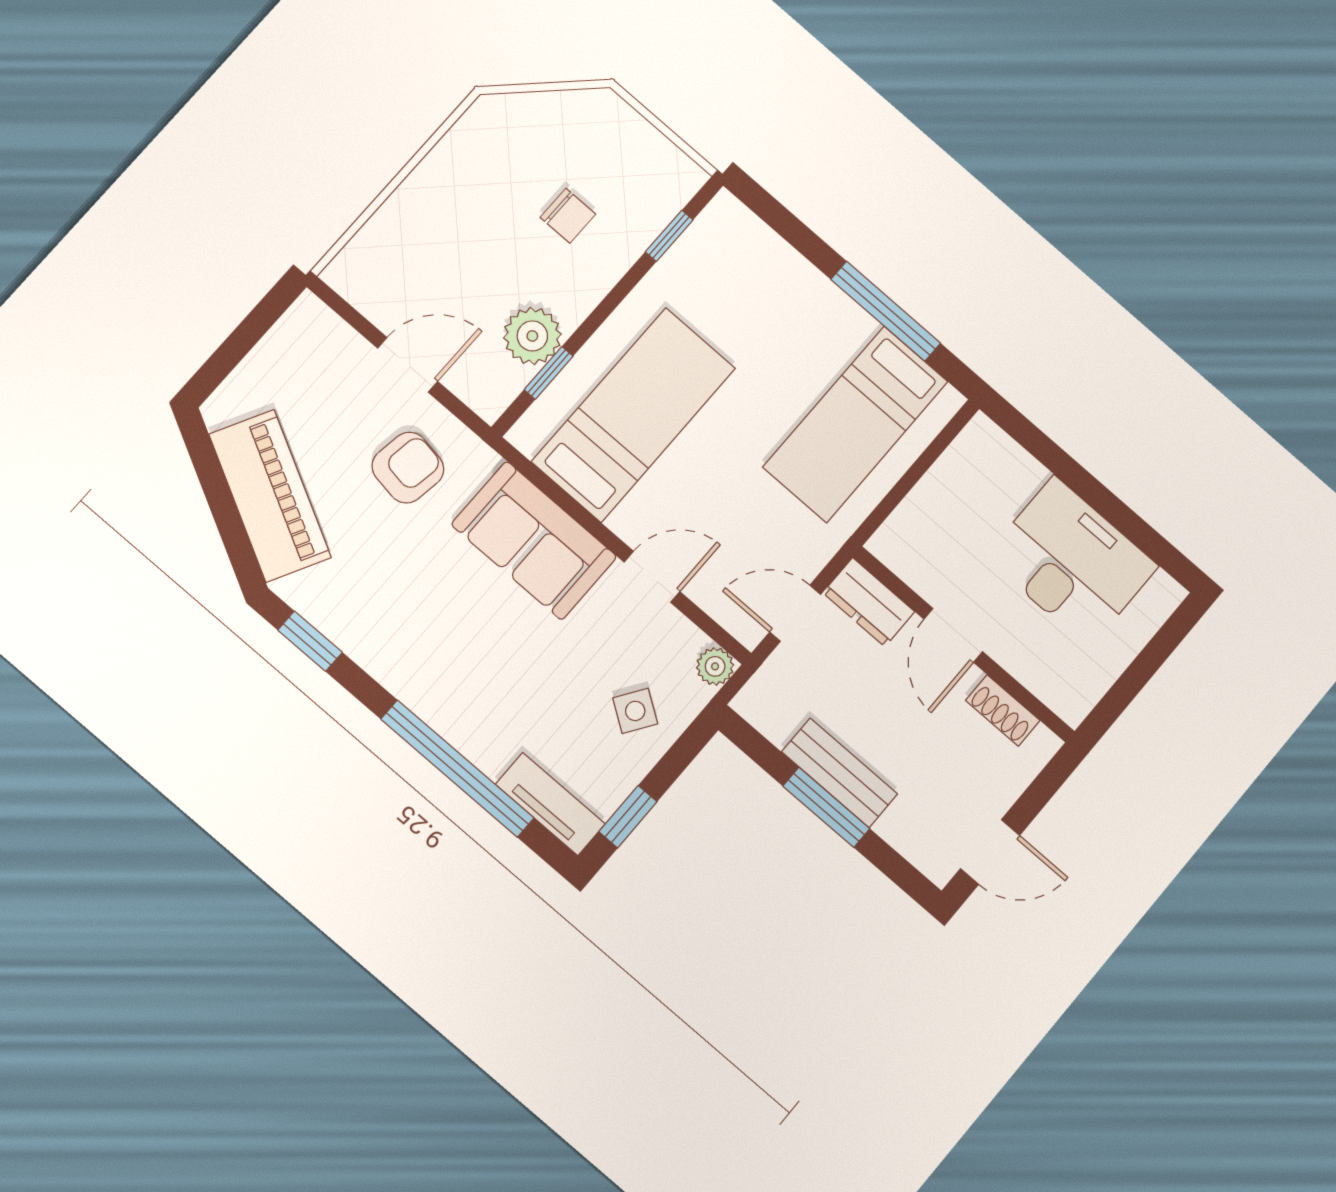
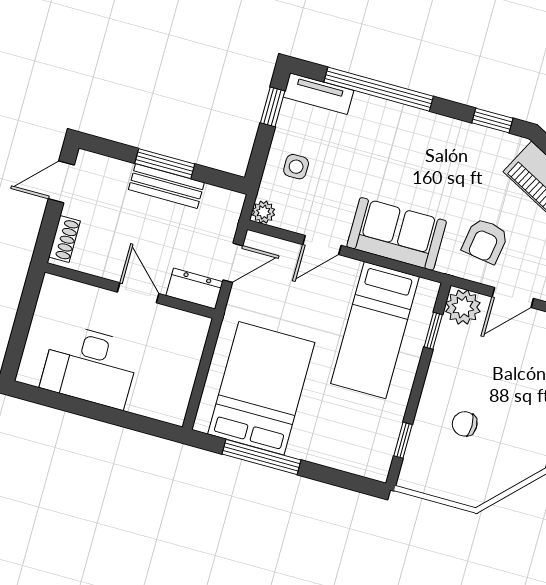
plant: (532, 336) -> (463, 307), moved
bed: (855, 424) -> (261, 388), width x1.50
shoe rack: (1003, 710) -> (64, 239), moved, turned 90
side table: (635, 711) -> (296, 167), turned -34

